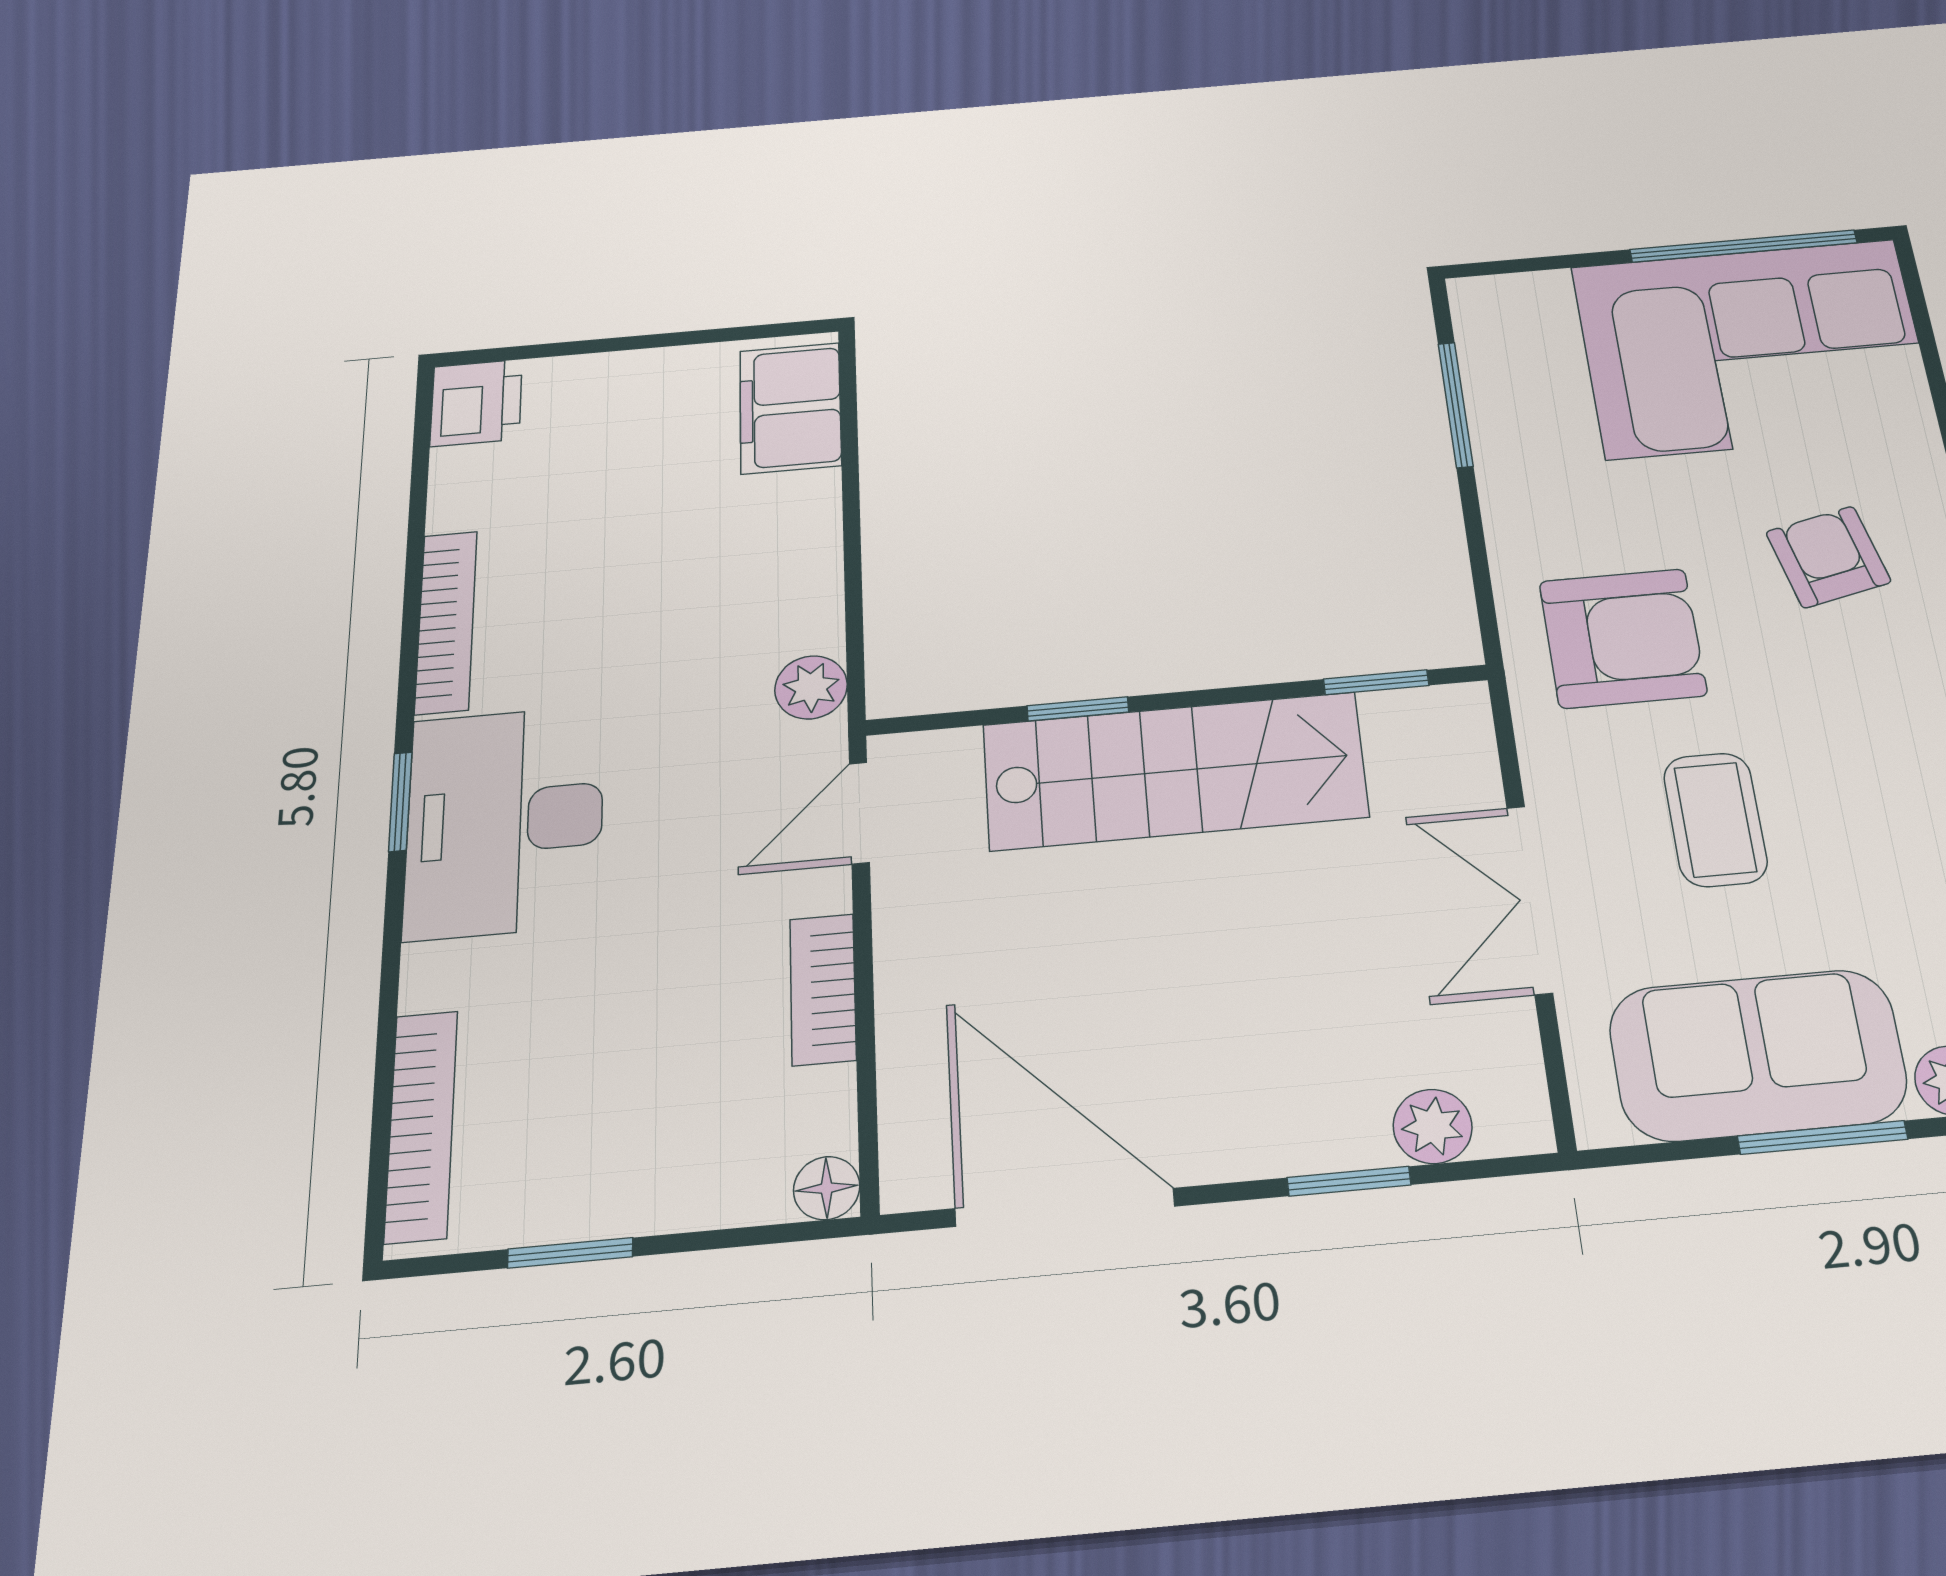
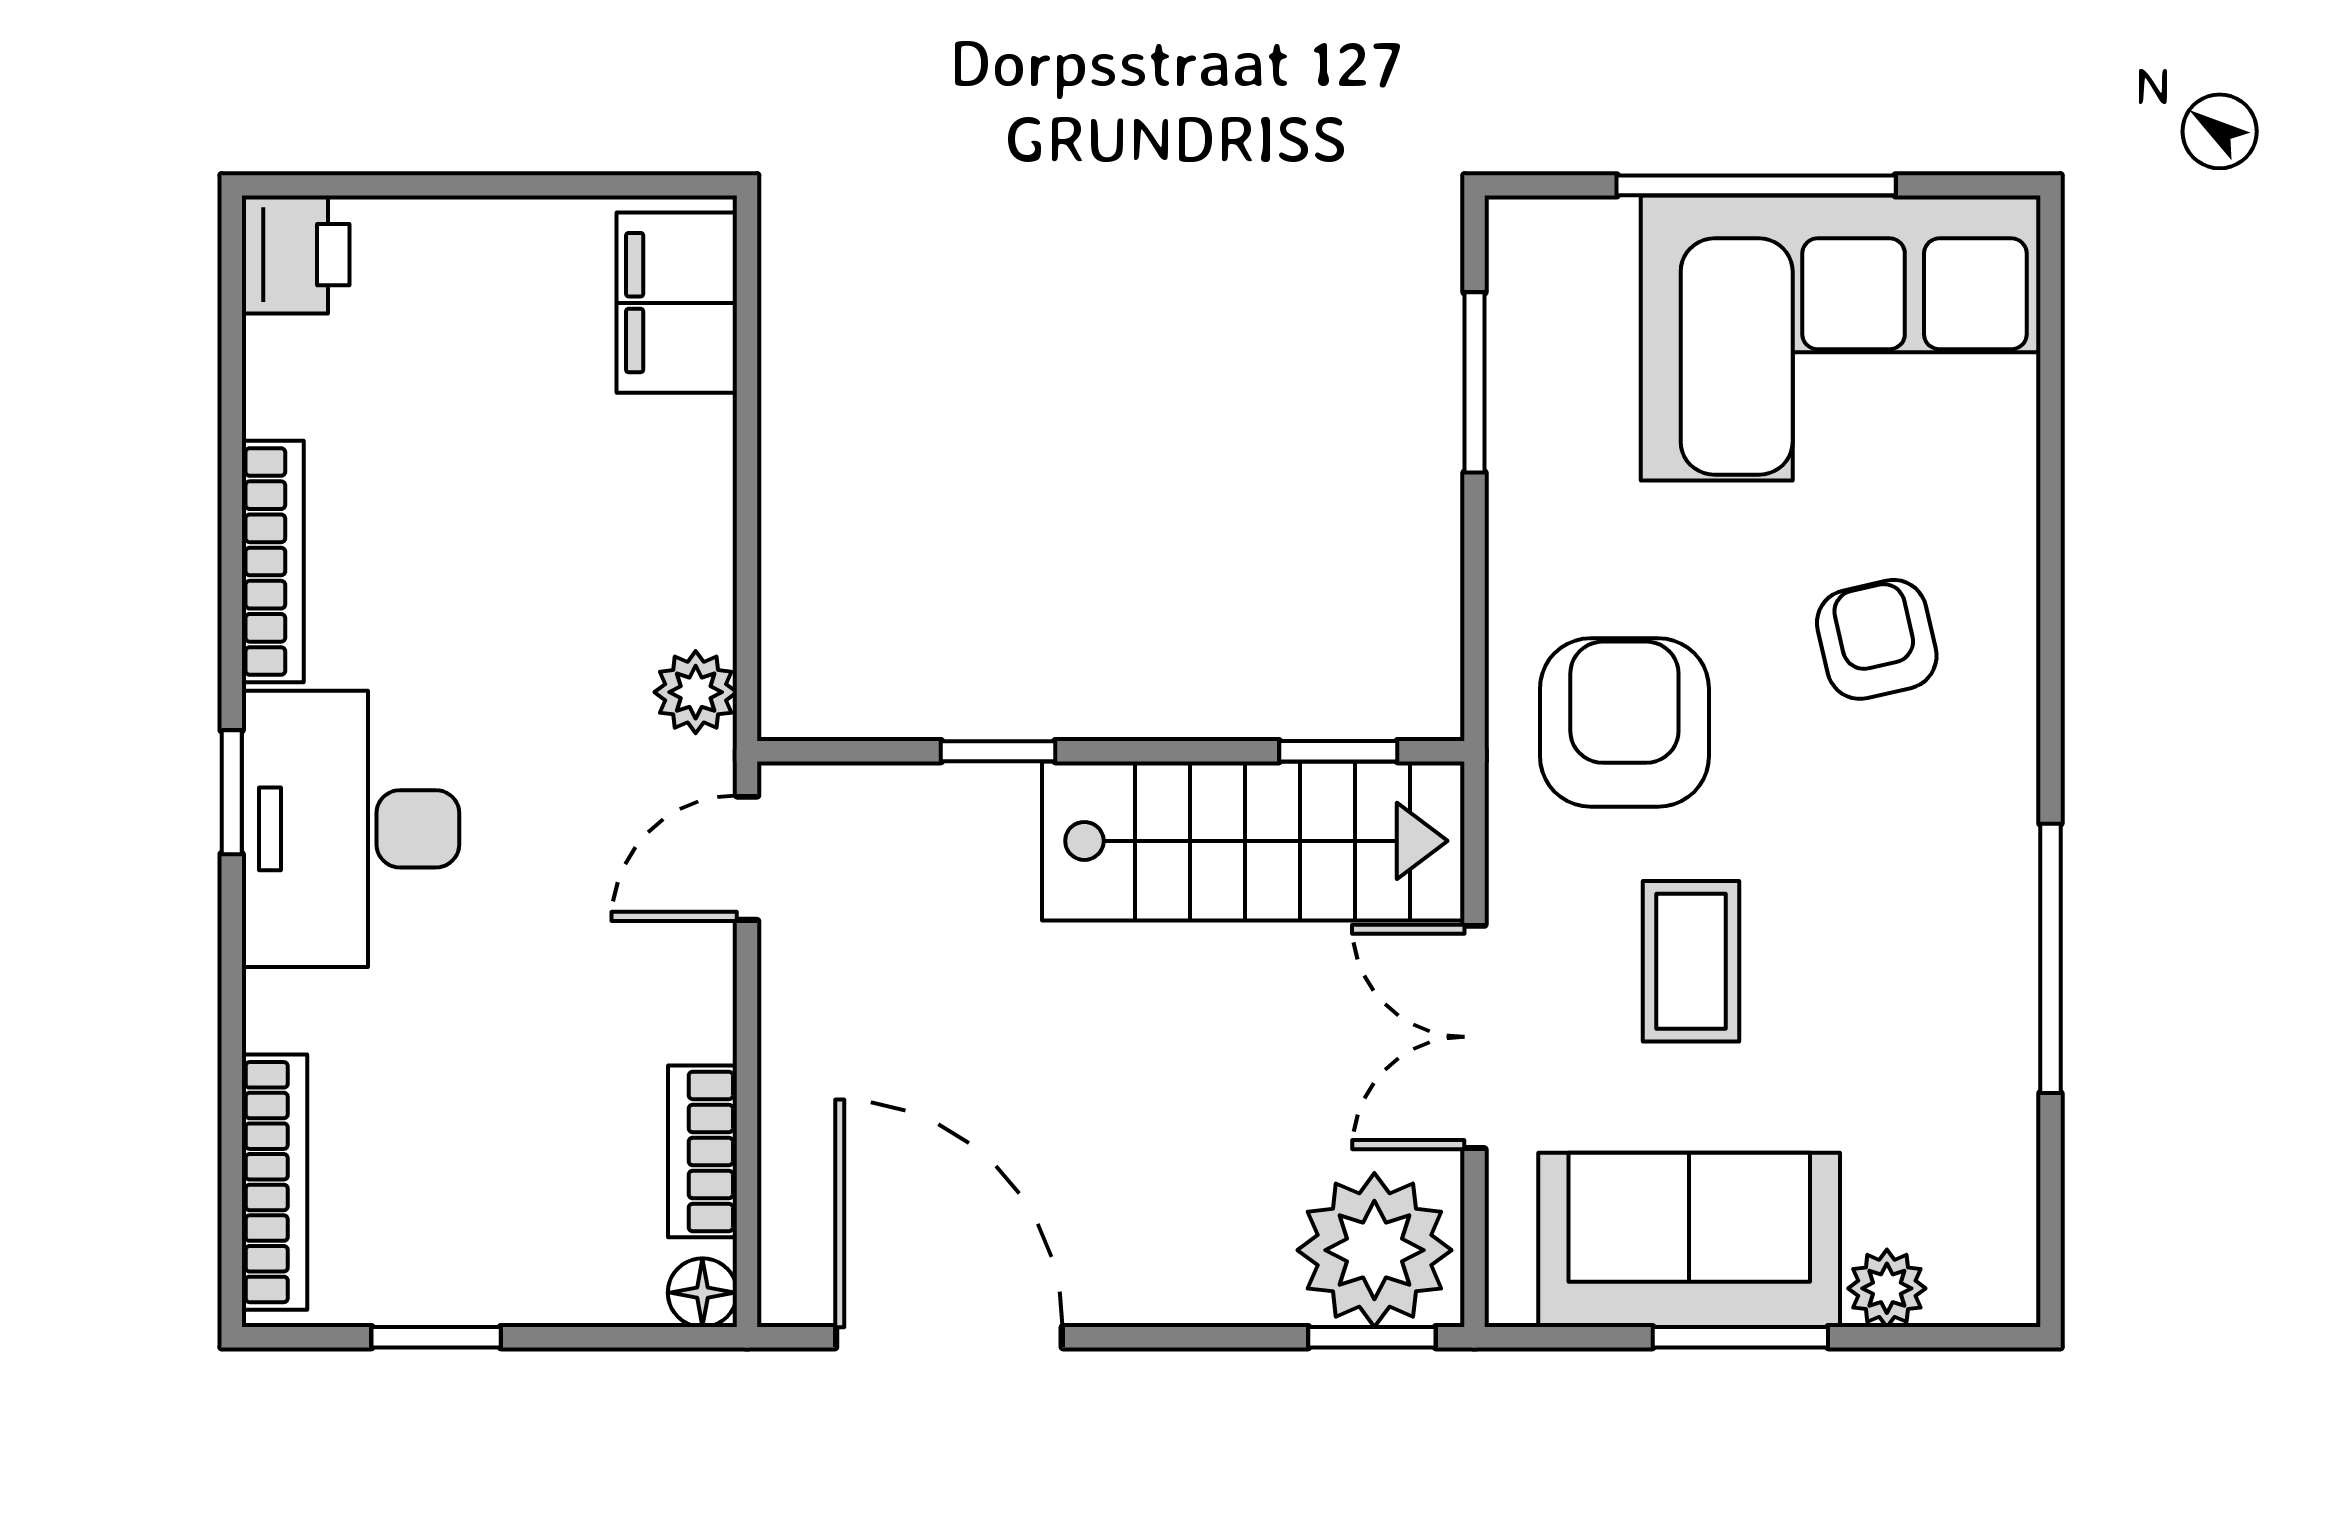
window: (1743, 246) -> (1756, 185), moved
armchair: (1623, 638) -> (1624, 722), turned -90
stairs: (1174, 771) -> (1253, 841), moved
bookcase: (823, 989) -> (703, 1151), moved
plant: (1433, 1126) -> (1374, 1250), width x1.88, depth x1.88
window: (1349, 1181) -> (1372, 1337), moved

